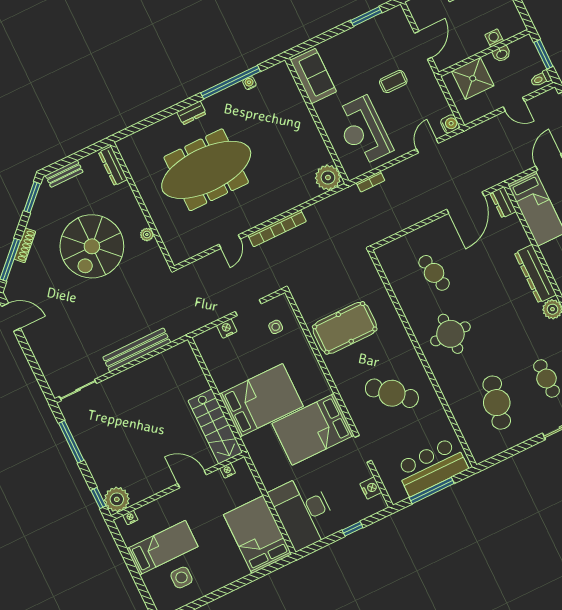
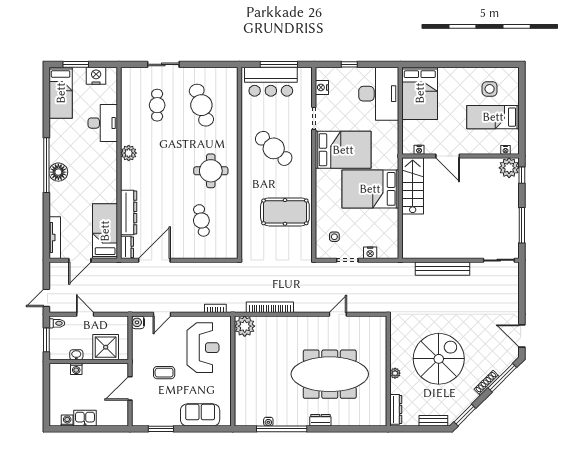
sofa: (313, 76) -> (200, 415), moved, turned 90
bookcase: (277, 228) -> (270, 307), moved
plant: (147, 235) -> (395, 373), moved
dresser: (535, 274) -> (129, 212), moved
cafe table: (497, 403) -> (201, 105), turned -30

